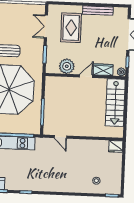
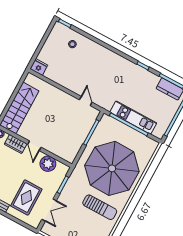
door: (86, 76) -> (34, 146), hinge flipped

